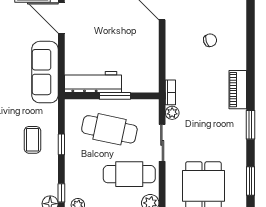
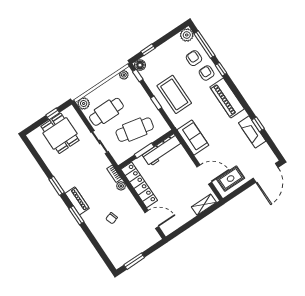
locker: (149, 58) -> (139, 185), added
sofa: (45, 72) -> (193, 138), width x0.73
plant: (172, 113) -> (121, 186), moved
coffee table: (32, 140) -> (174, 94), width x1.86, depth x1.72
window: (251, 181) -> (76, 215), moved

